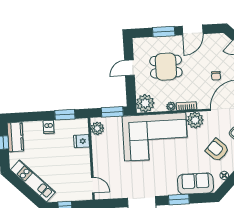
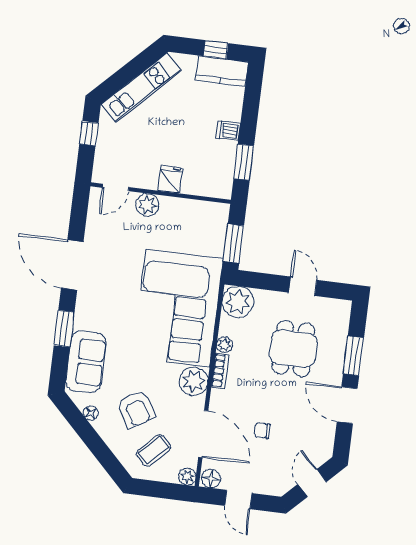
plant: (97, 128) -> (147, 205), moved
fridge: (82, 141) -> (170, 179), moved
armchair: (217, 150) -> (136, 409), turned 107

